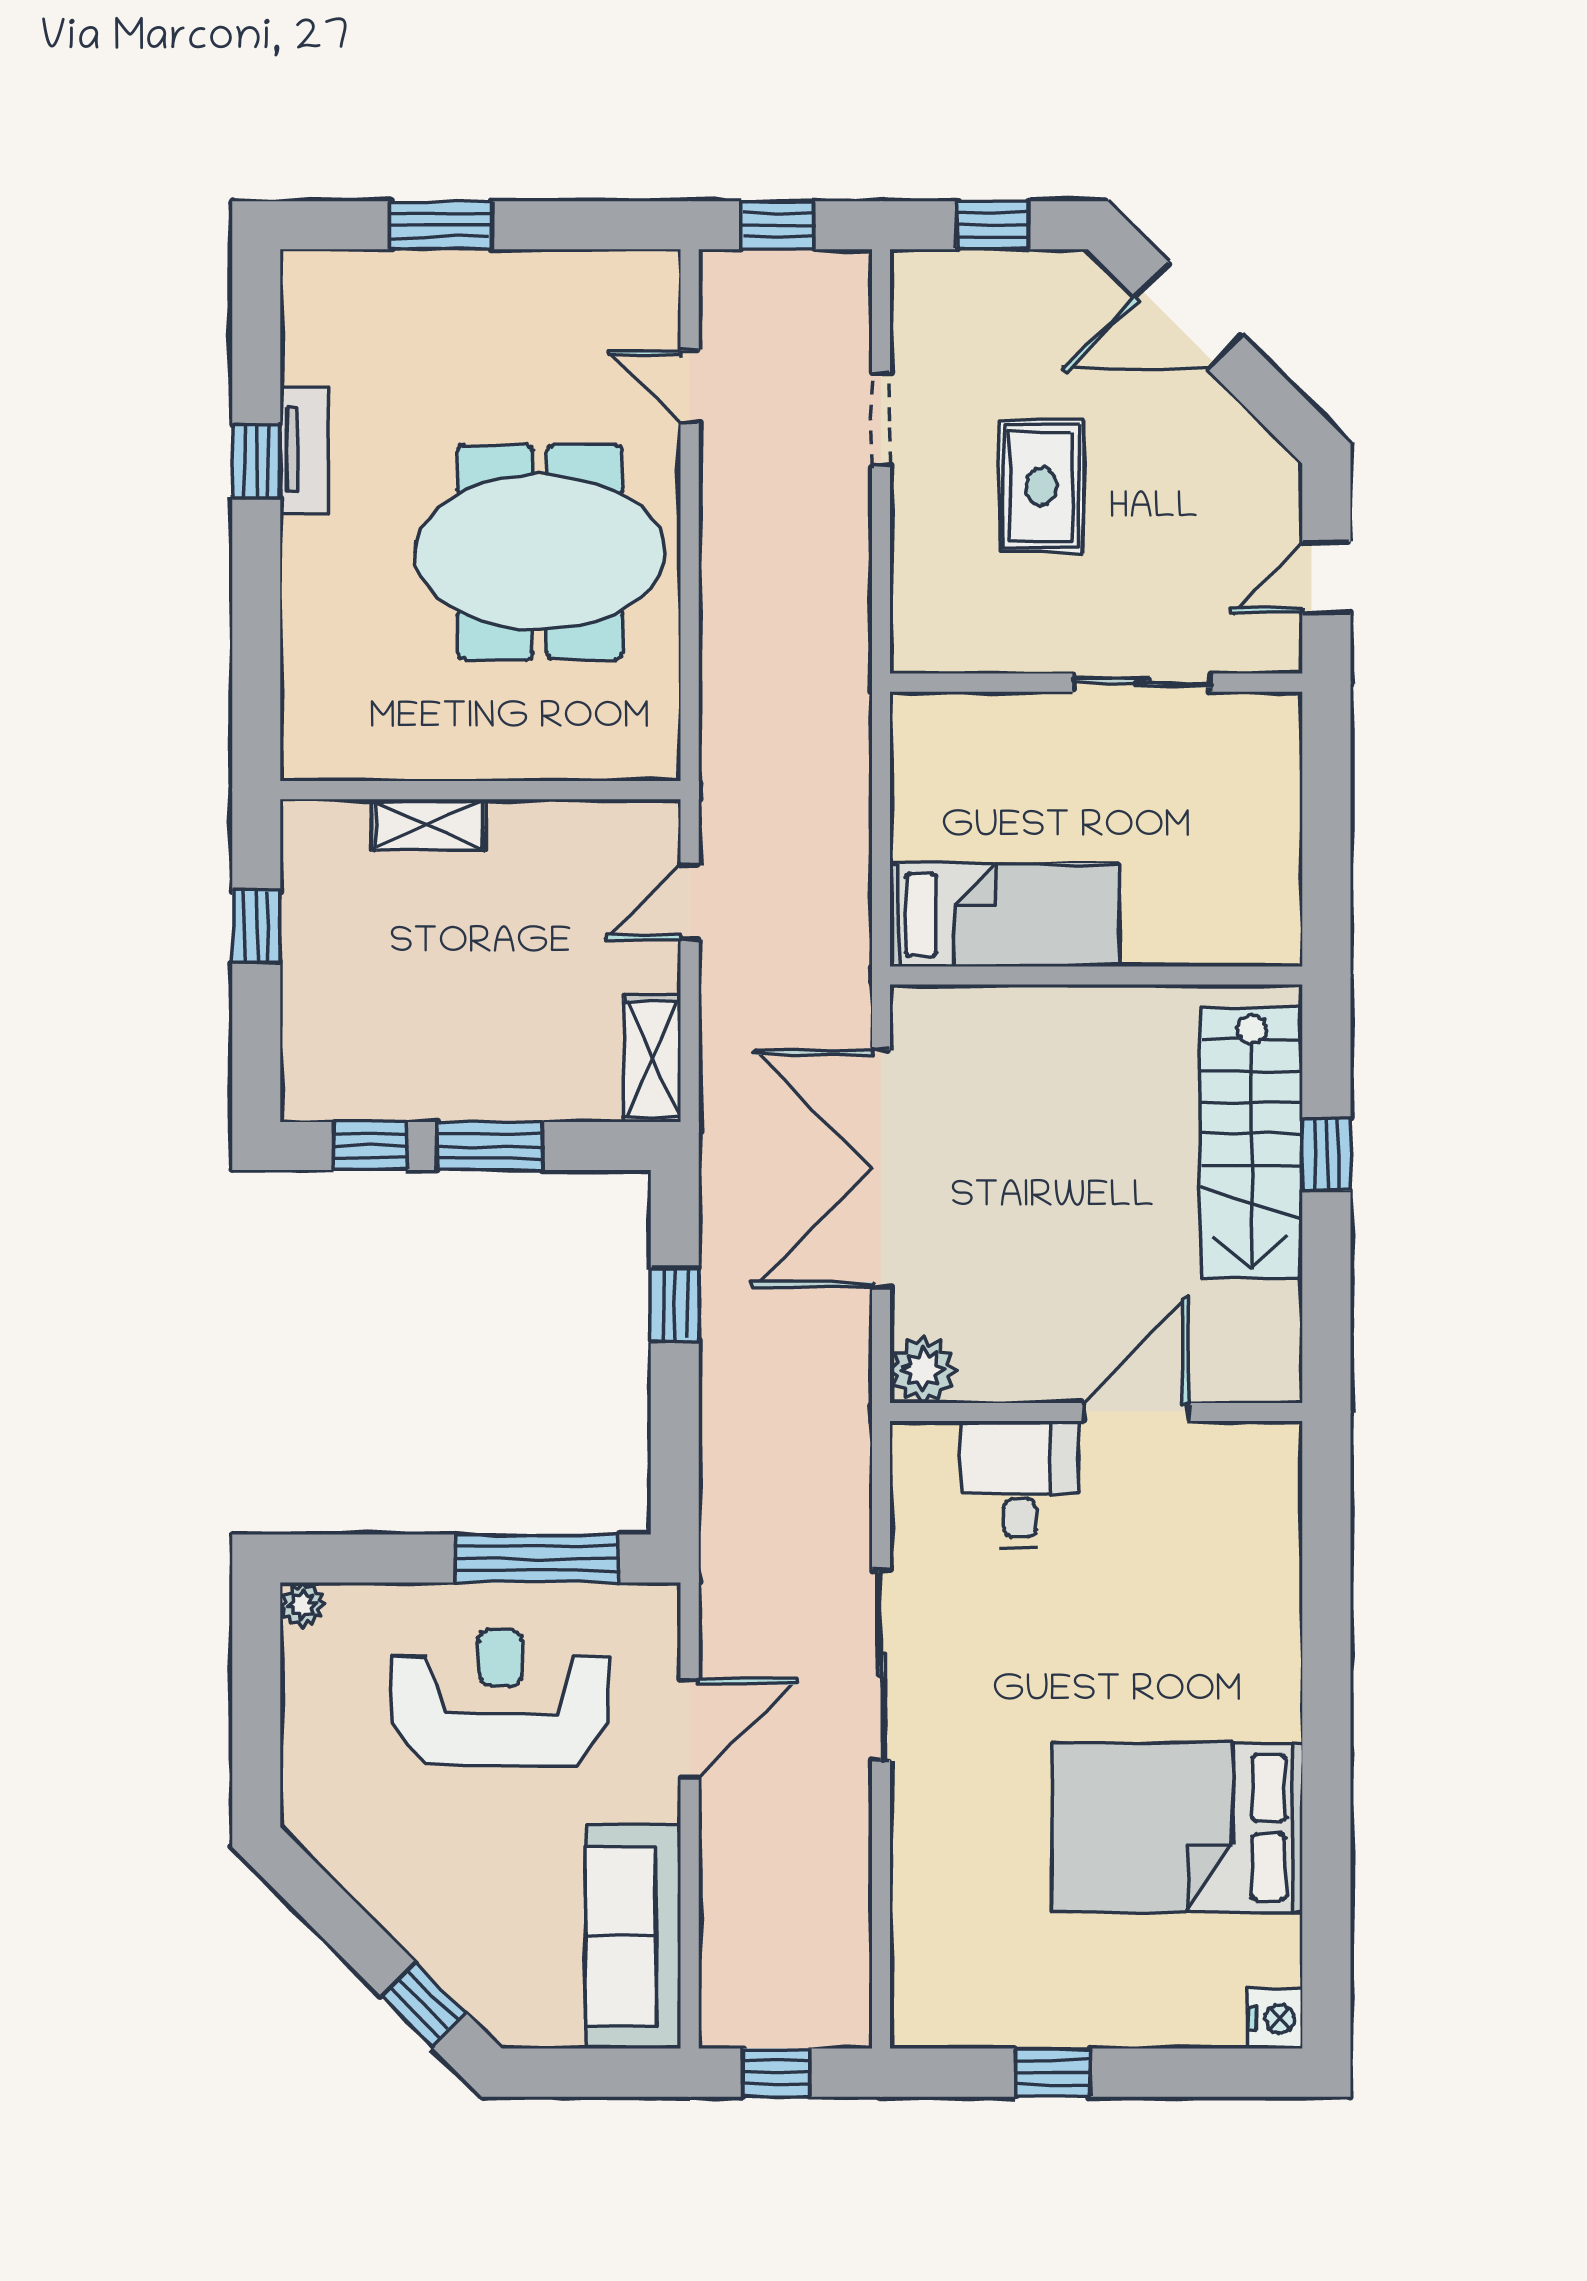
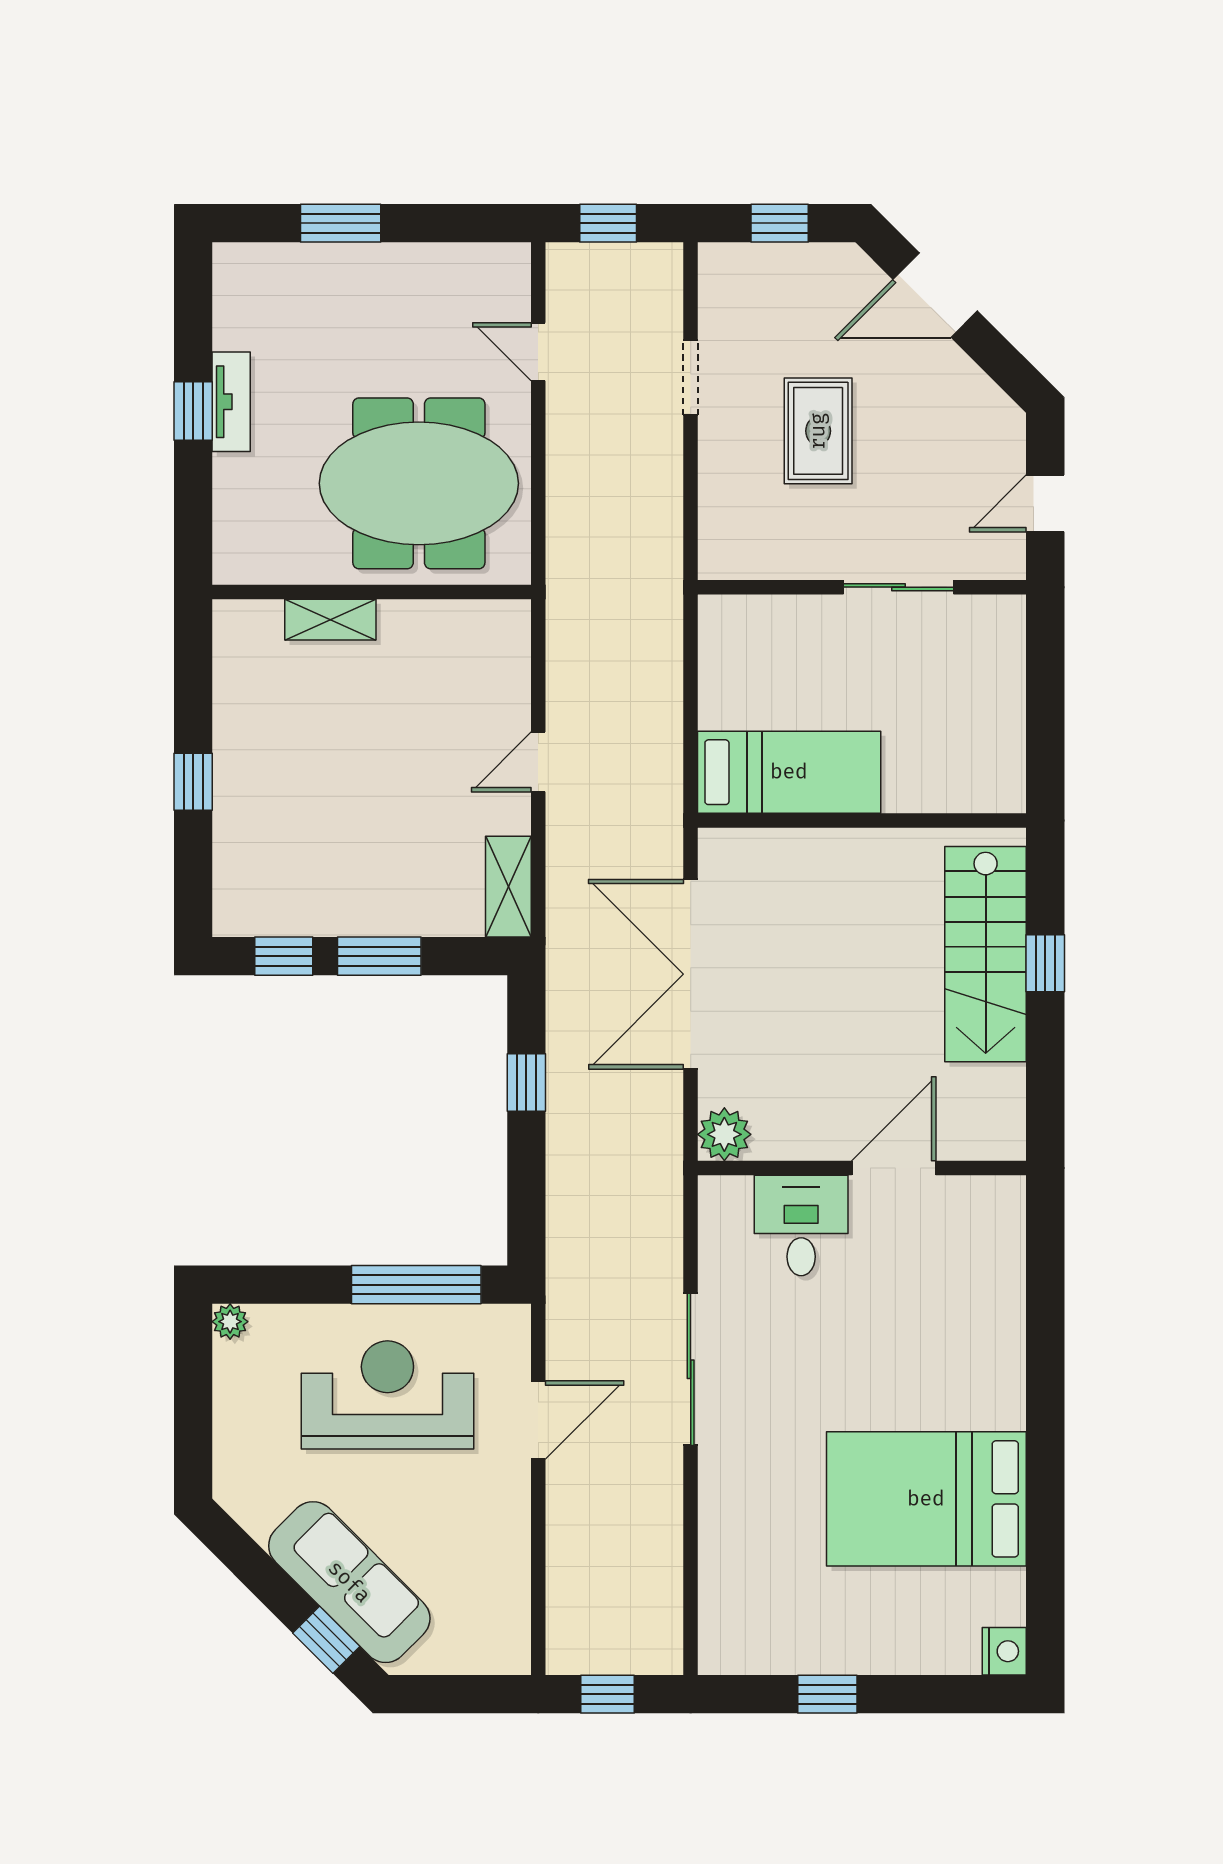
wall: (480, 790) -> (372, 592), moved
shelving: (429, 825) -> (330, 620), moved
sofa: (633, 1937) -> (349, 1582), moved, turned 135

